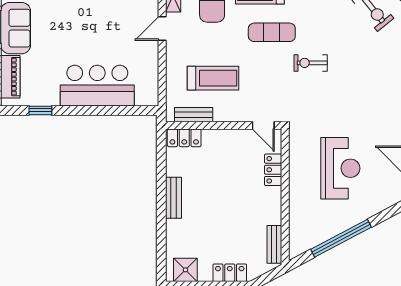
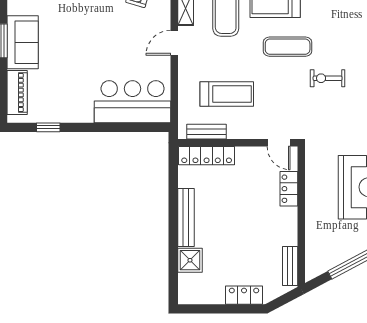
bar counter: (97, 86) -> (133, 102), moved
locker: (184, 138) -> (207, 156), width x1.53
bench: (174, 198) -> (186, 218), width x1.36
shower: (185, 270) -> (190, 260), moved

